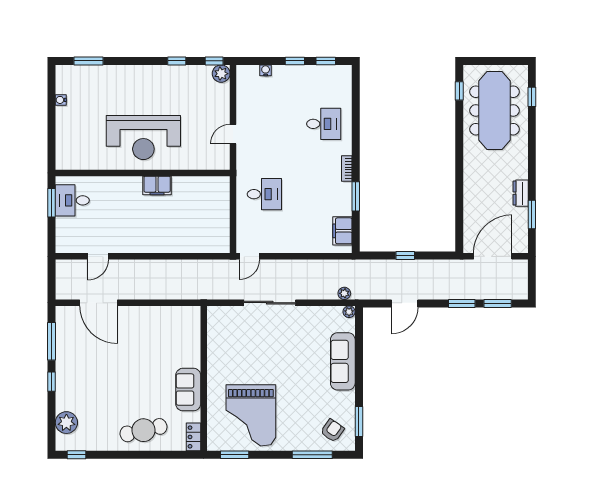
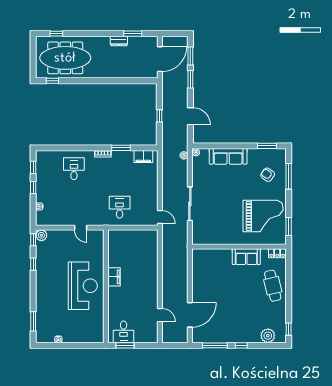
door: (493, 256) -> (160, 59), swing flipped
armchair: (332, 431) -> (268, 175), moved

